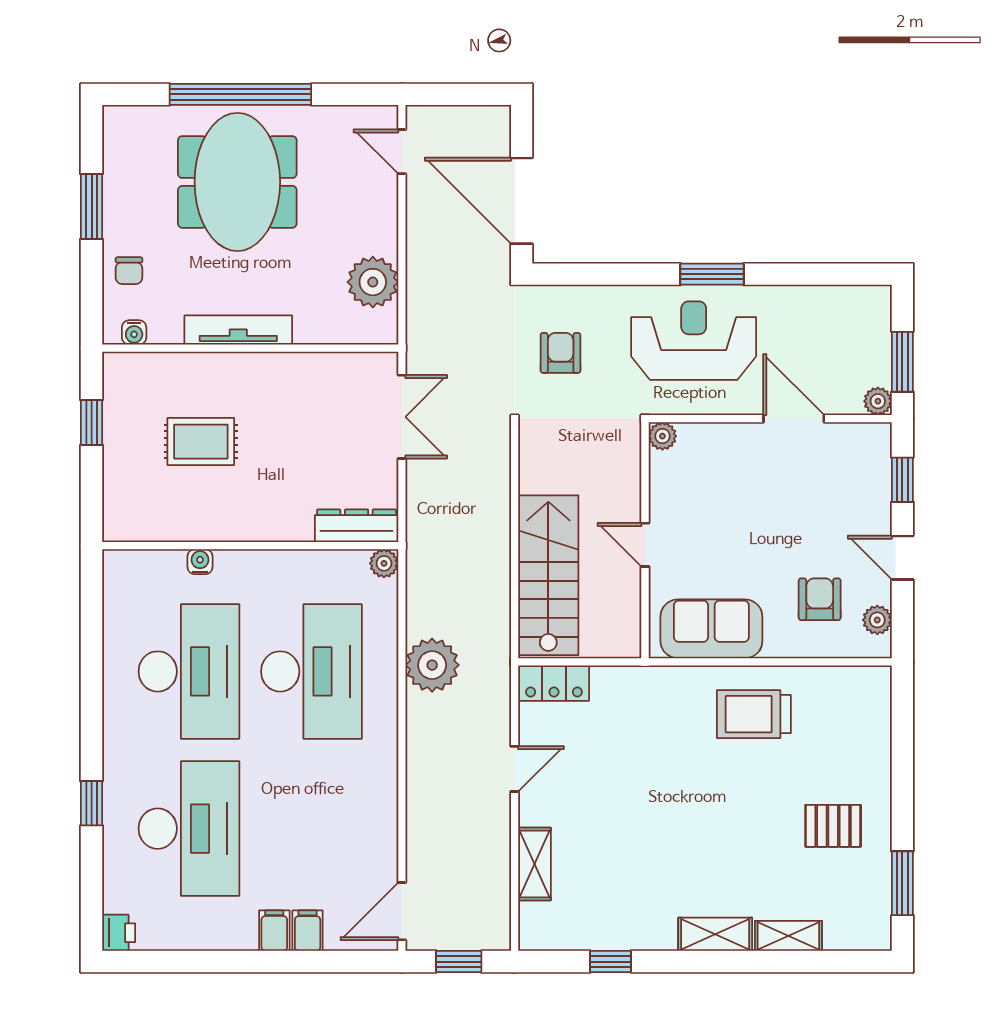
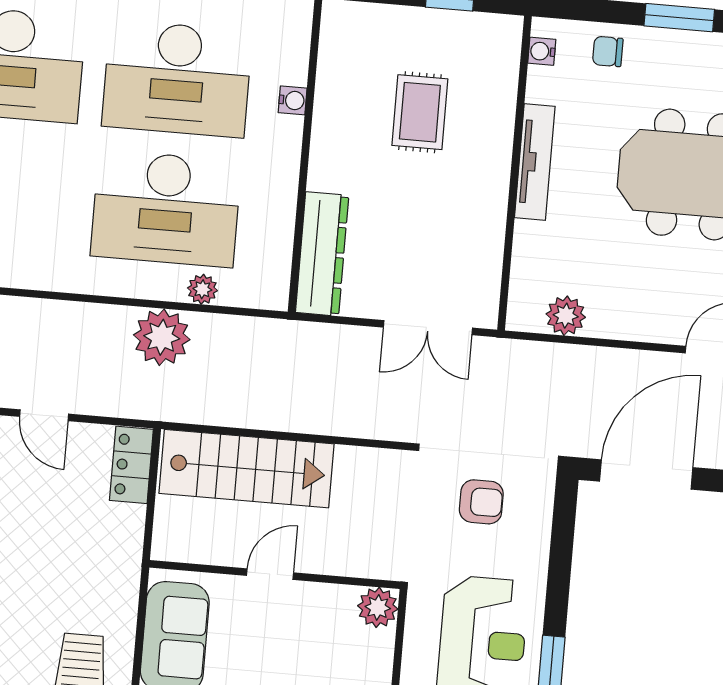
plant: (373, 282) -> (566, 316), width x0.73, depth x0.73
plant: (662, 436) -> (378, 607), width x1.38, depth x1.38
dresser: (357, 526) -> (322, 254), width x1.37, depth x1.24
plant: (384, 563) -> (202, 289), moved

